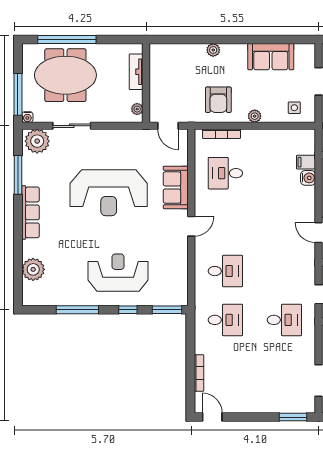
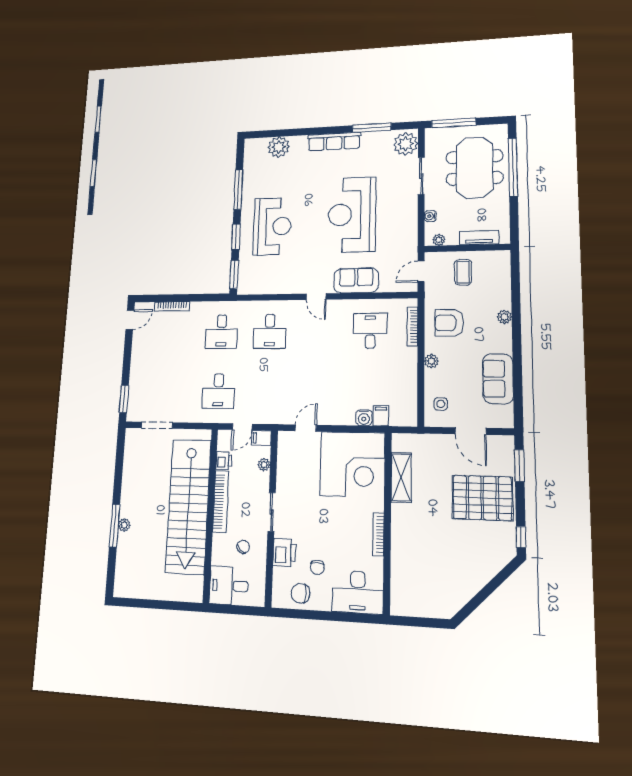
coffee table: (170, 87) -> (463, 272), added
water cooler: (27, 117) -> (430, 216), moved
window: (128, 310) -> (236, 237), width x1.50

